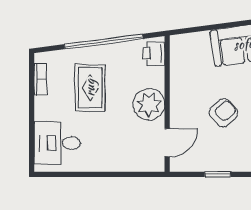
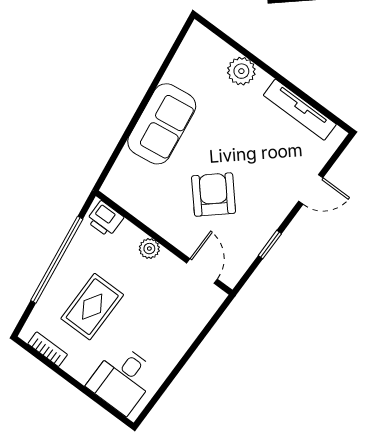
rug: (90, 88) -> (92, 307), turned 90
plant: (149, 104) -> (149, 249), width x0.53, depth x0.53
armchair: (223, 113) -> (214, 195), width x1.38, depth x1.38

